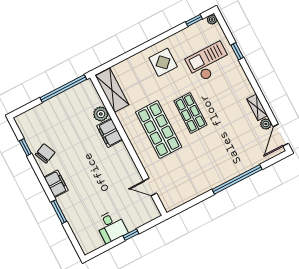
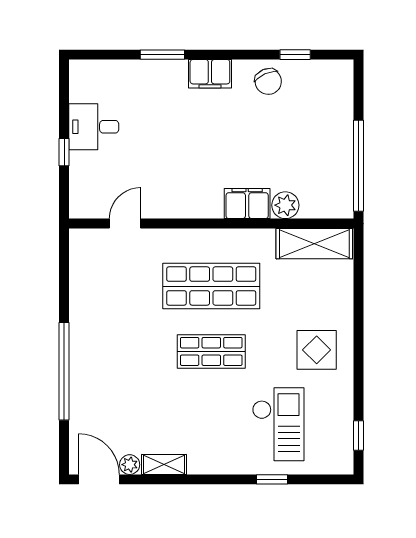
plant: (212, 20) -> (345, 466), removed

